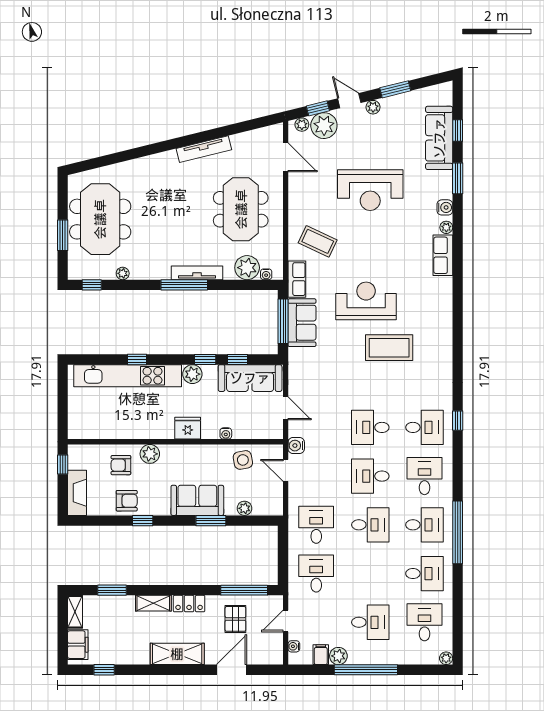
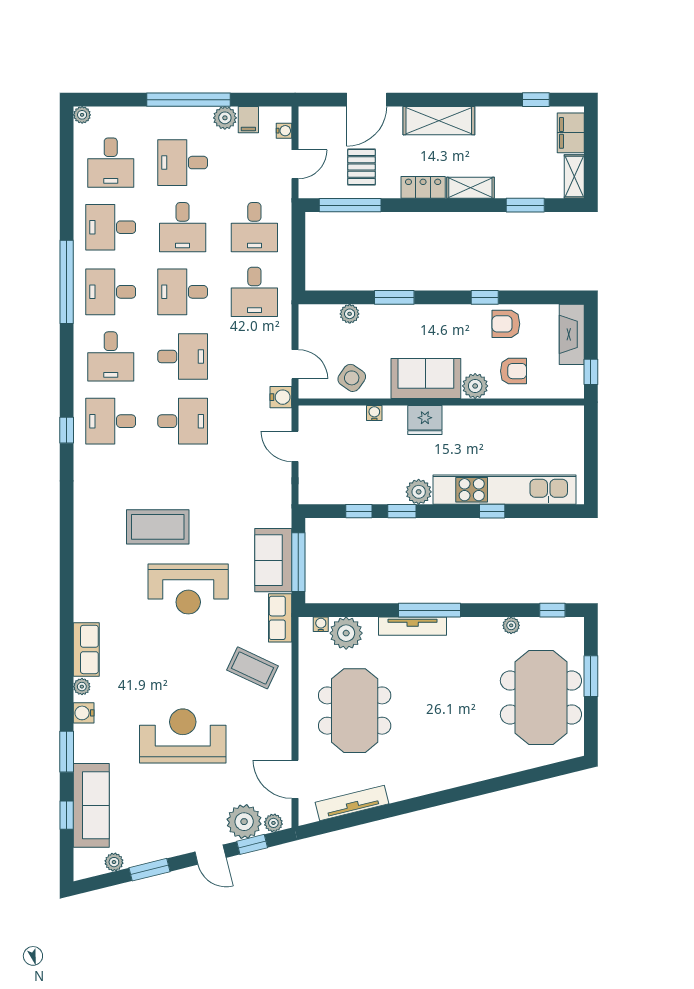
plant: (373, 107) -> (114, 862), moved
tv unit: (204, 149) -> (352, 803), moved
sofa: (250, 378) -> (342, 487), removed
side table: (243, 460) -> (352, 378), turned 45
sofa: (197, 500) -> (426, 379), moved, turned 180
desk: (370, 574) -> (183, 227), added

